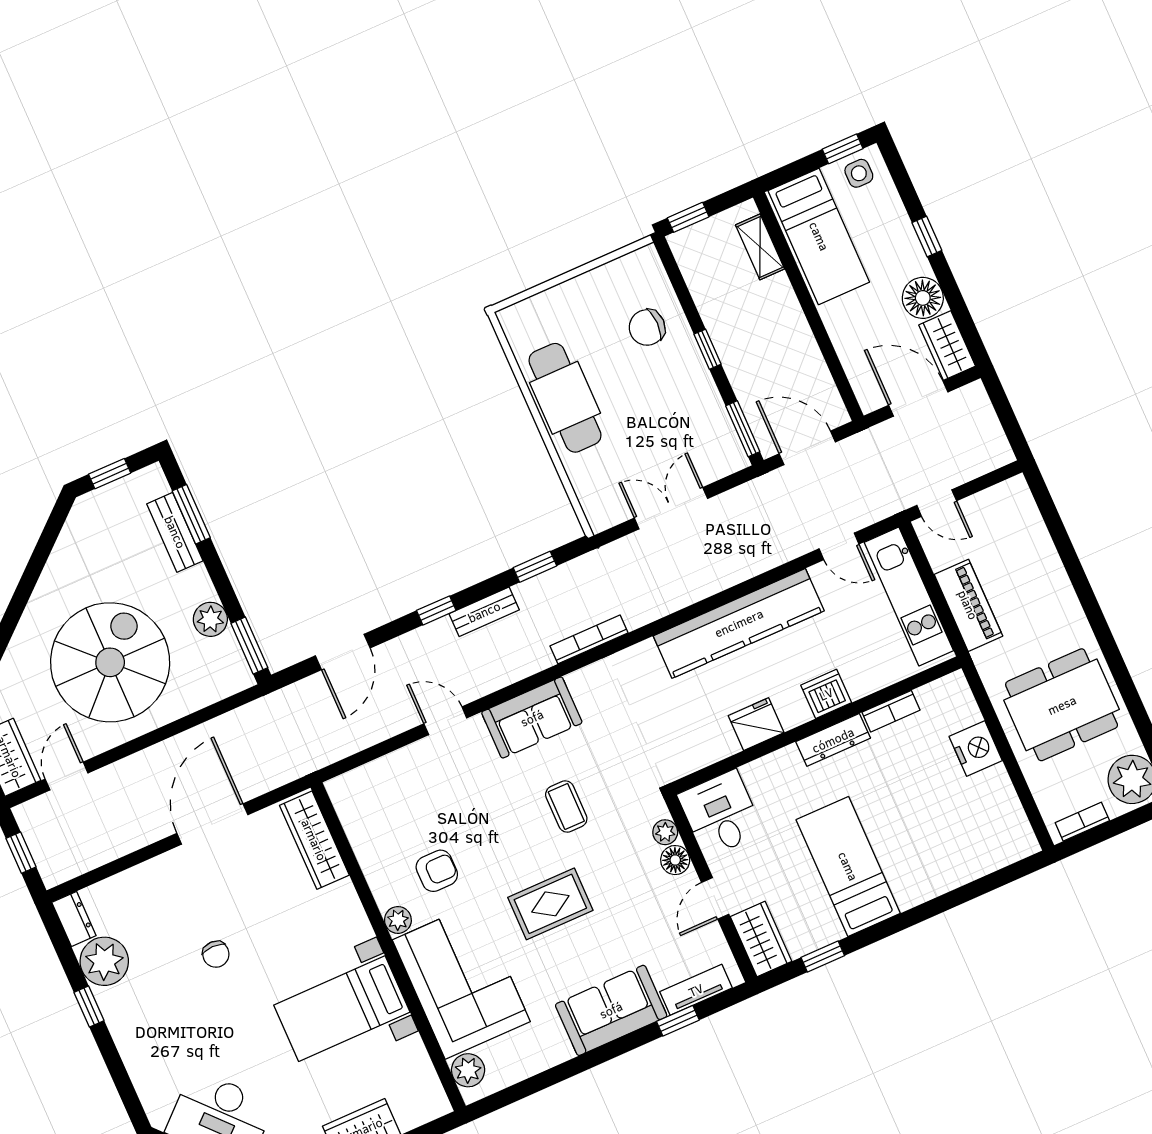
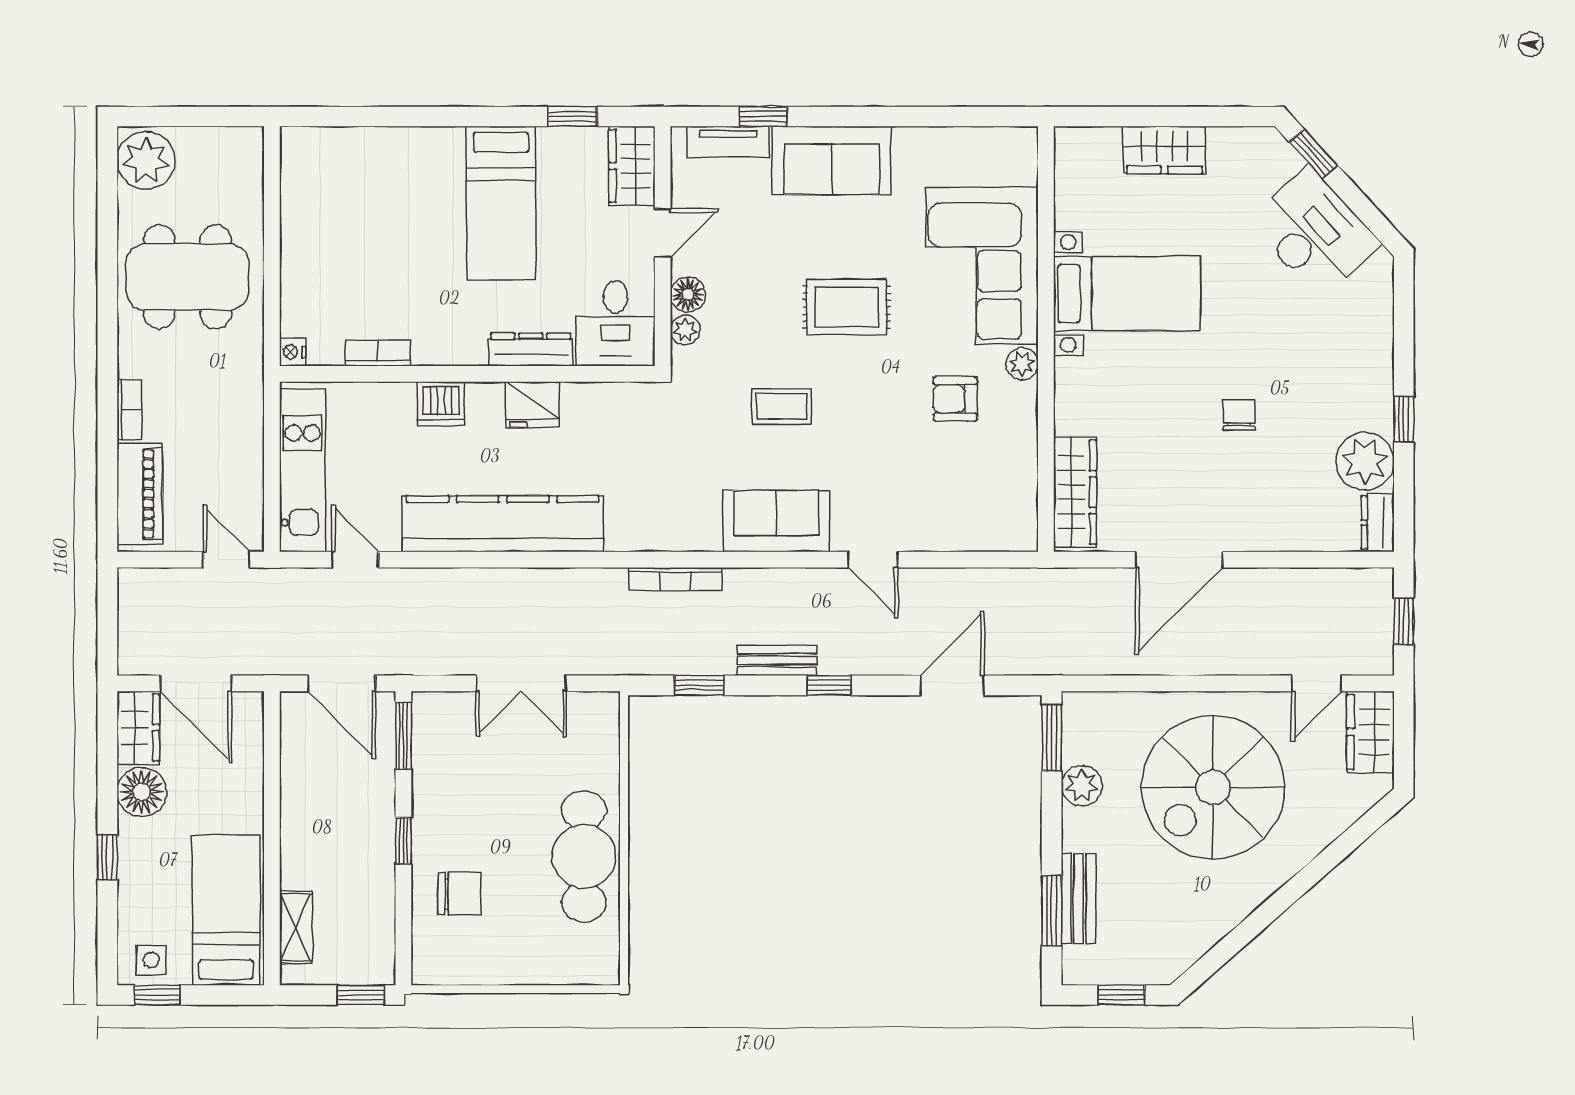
piano: (968, 605) -> (140, 494), moved, turned 180
dresser: (833, 740) -> (531, 350), moved
nightstand: (976, 749) -> (293, 352), moved, width x0.53, depth x0.56
coffee table: (566, 807) -> (782, 406), turned 90
bookcase: (1082, 822) -> (129, 409), moved, turned -90
plant: (468, 1070) -> (1018, 164), removed

